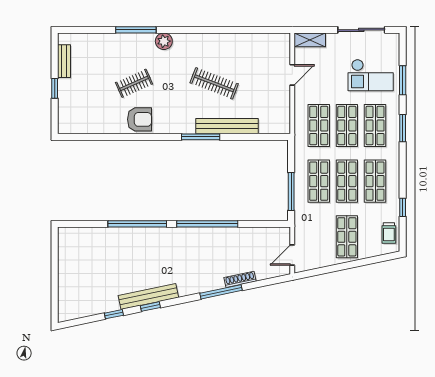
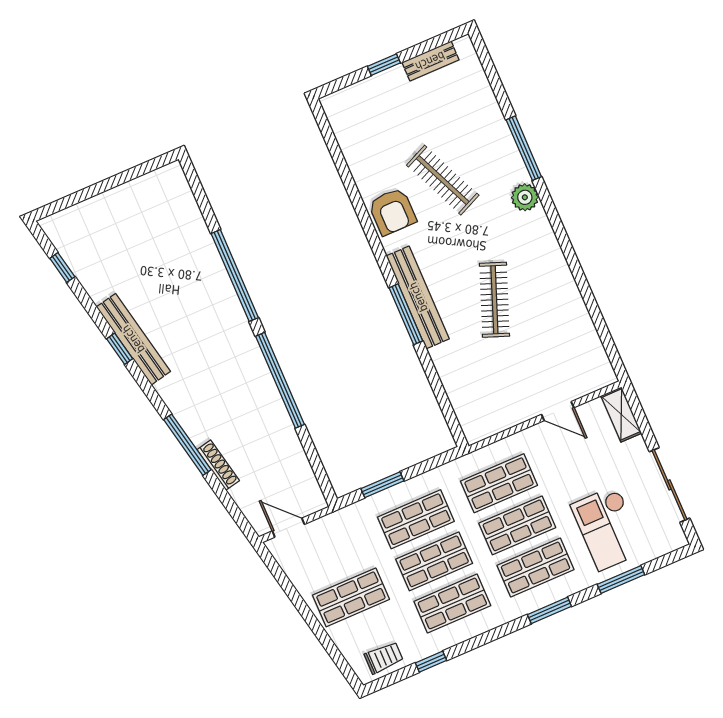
clothes rail: (134, 83) -> (443, 180), width x1.36
bench: (227, 126) -> (418, 297), moved
window: (291, 192) -> (382, 485), width x0.69
trolley: (389, 233) -> (384, 658), turned 180
window: (114, 314) -> (62, 267), moved

